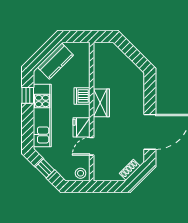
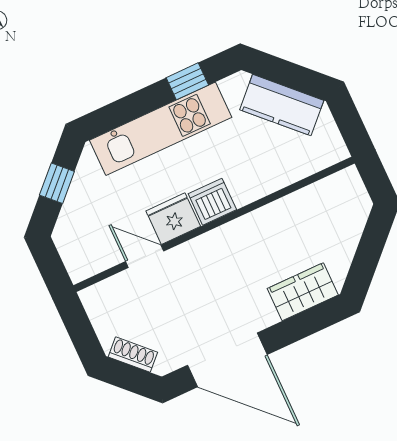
dishwasher: (82, 96) -> (212, 202), moved
wardrobe: (101, 103) -> (303, 292), moved, turned 180
stool: (81, 173) -> (80, 259), removed

